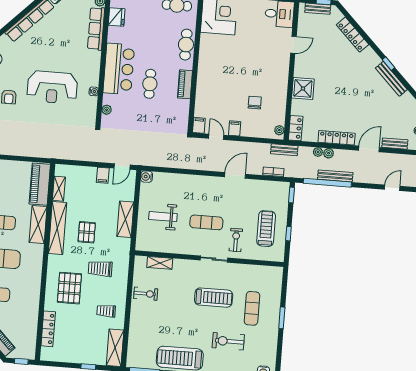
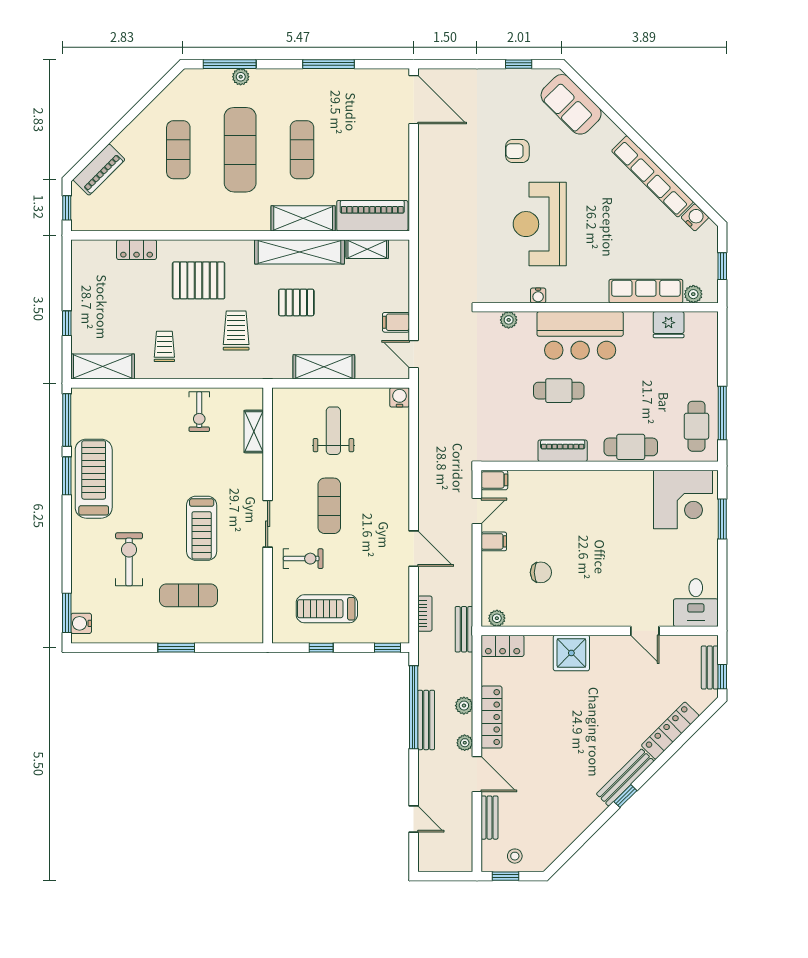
bench: (391, 79) -> (625, 778), moved
plant: (318, 152) -> (465, 743), moved
treadmill: (266, 229) -> (327, 609), turned 180
locker: (48, 329) -> (137, 250), width x0.66

